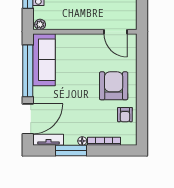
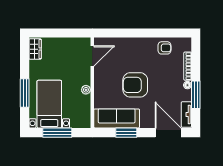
plant: (40, 24) -> (86, 90), moved
window: (28, 71) -> (126, 133), width x0.47
armchair: (114, 86) -> (135, 85), moved

